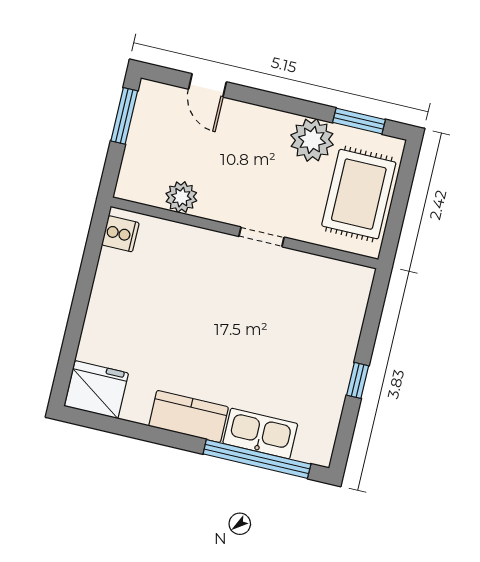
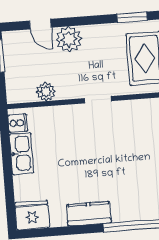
plant: (312, 140) -> (69, 39), moved
kitchen sink: (260, 434) -> (22, 154), moved, turned 90

